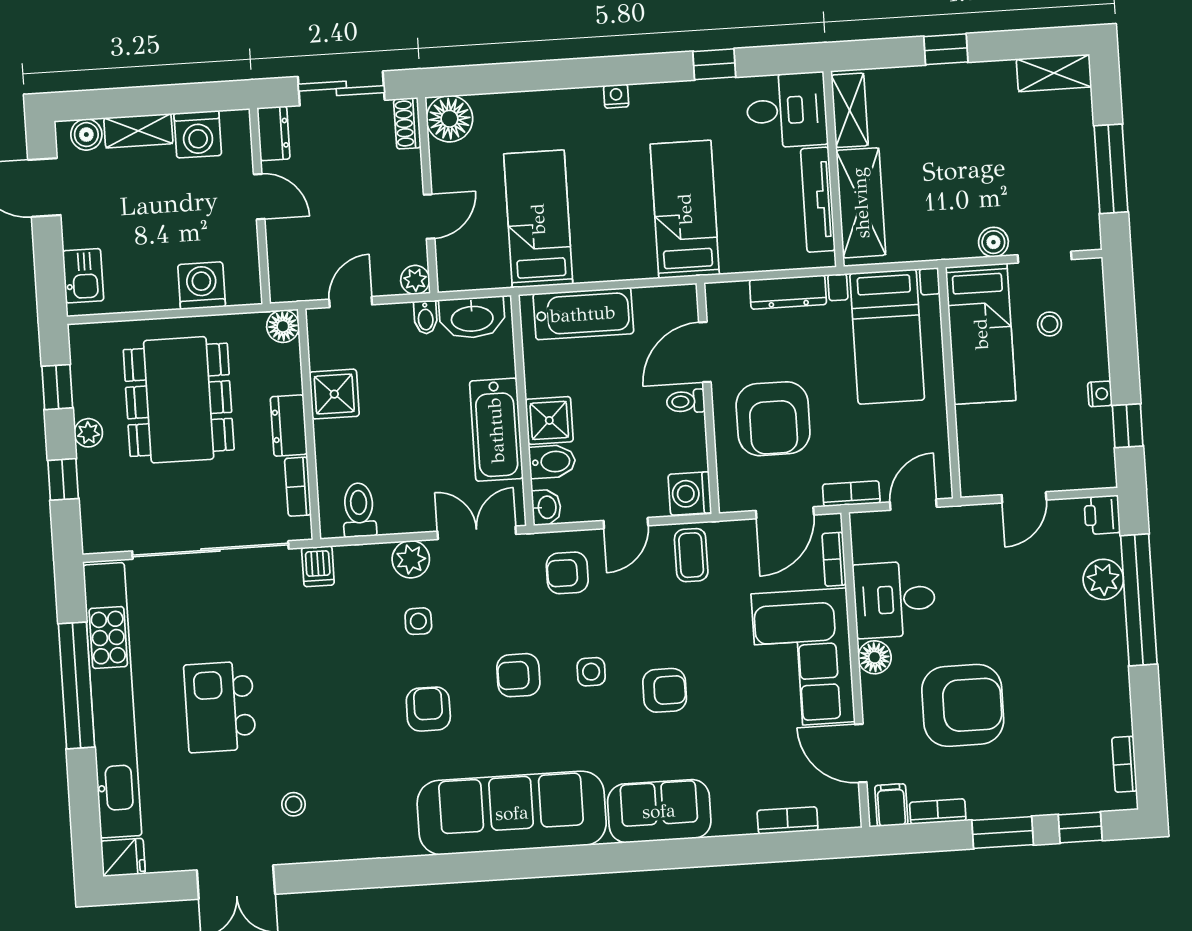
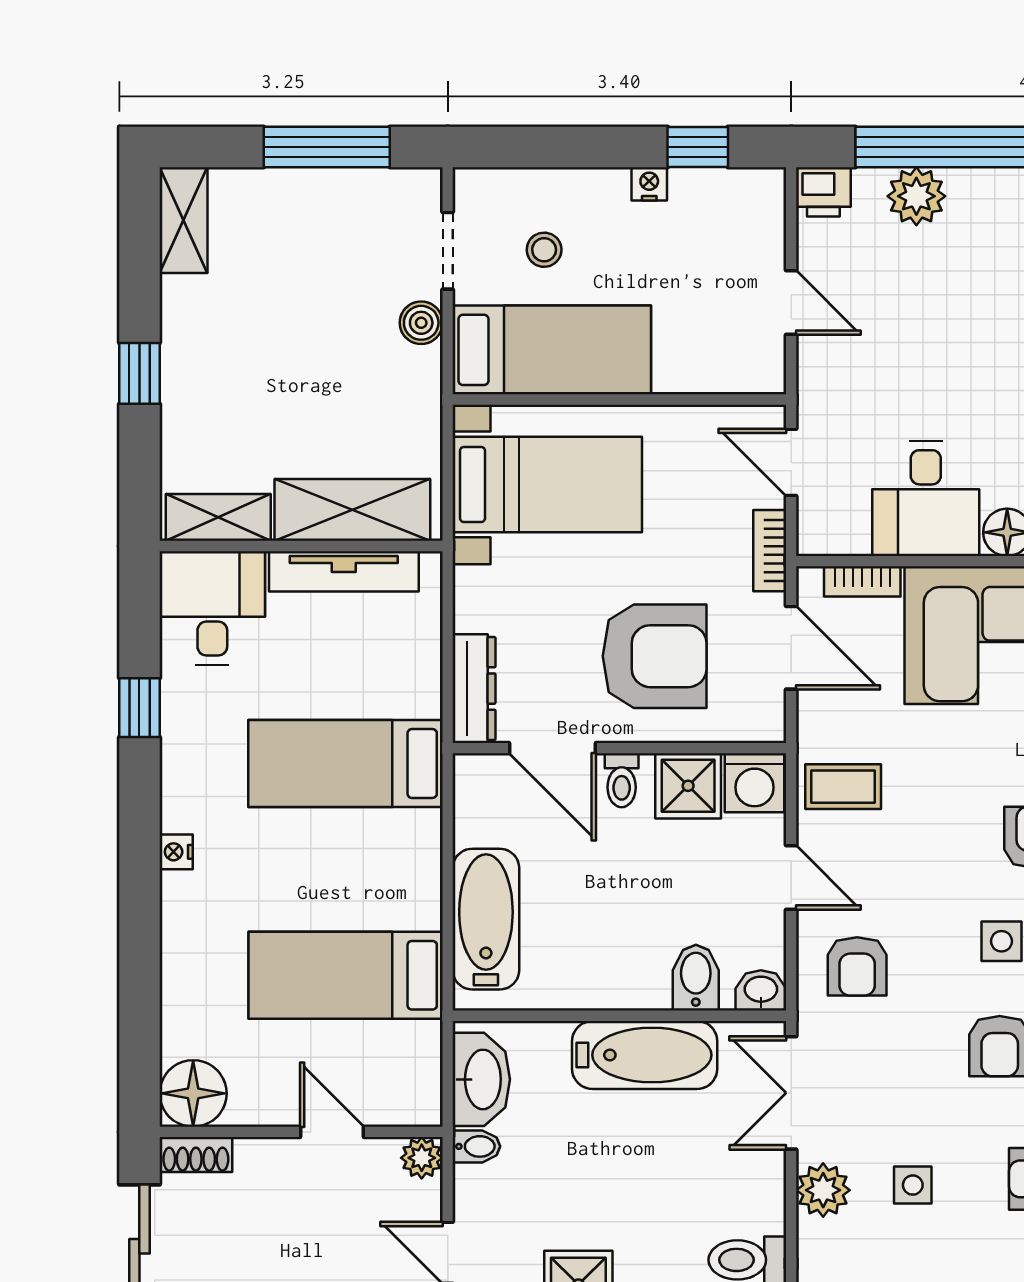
dresser: (788, 292) -> (474, 689), moved
shower: (549, 420) -> (688, 786), moved

